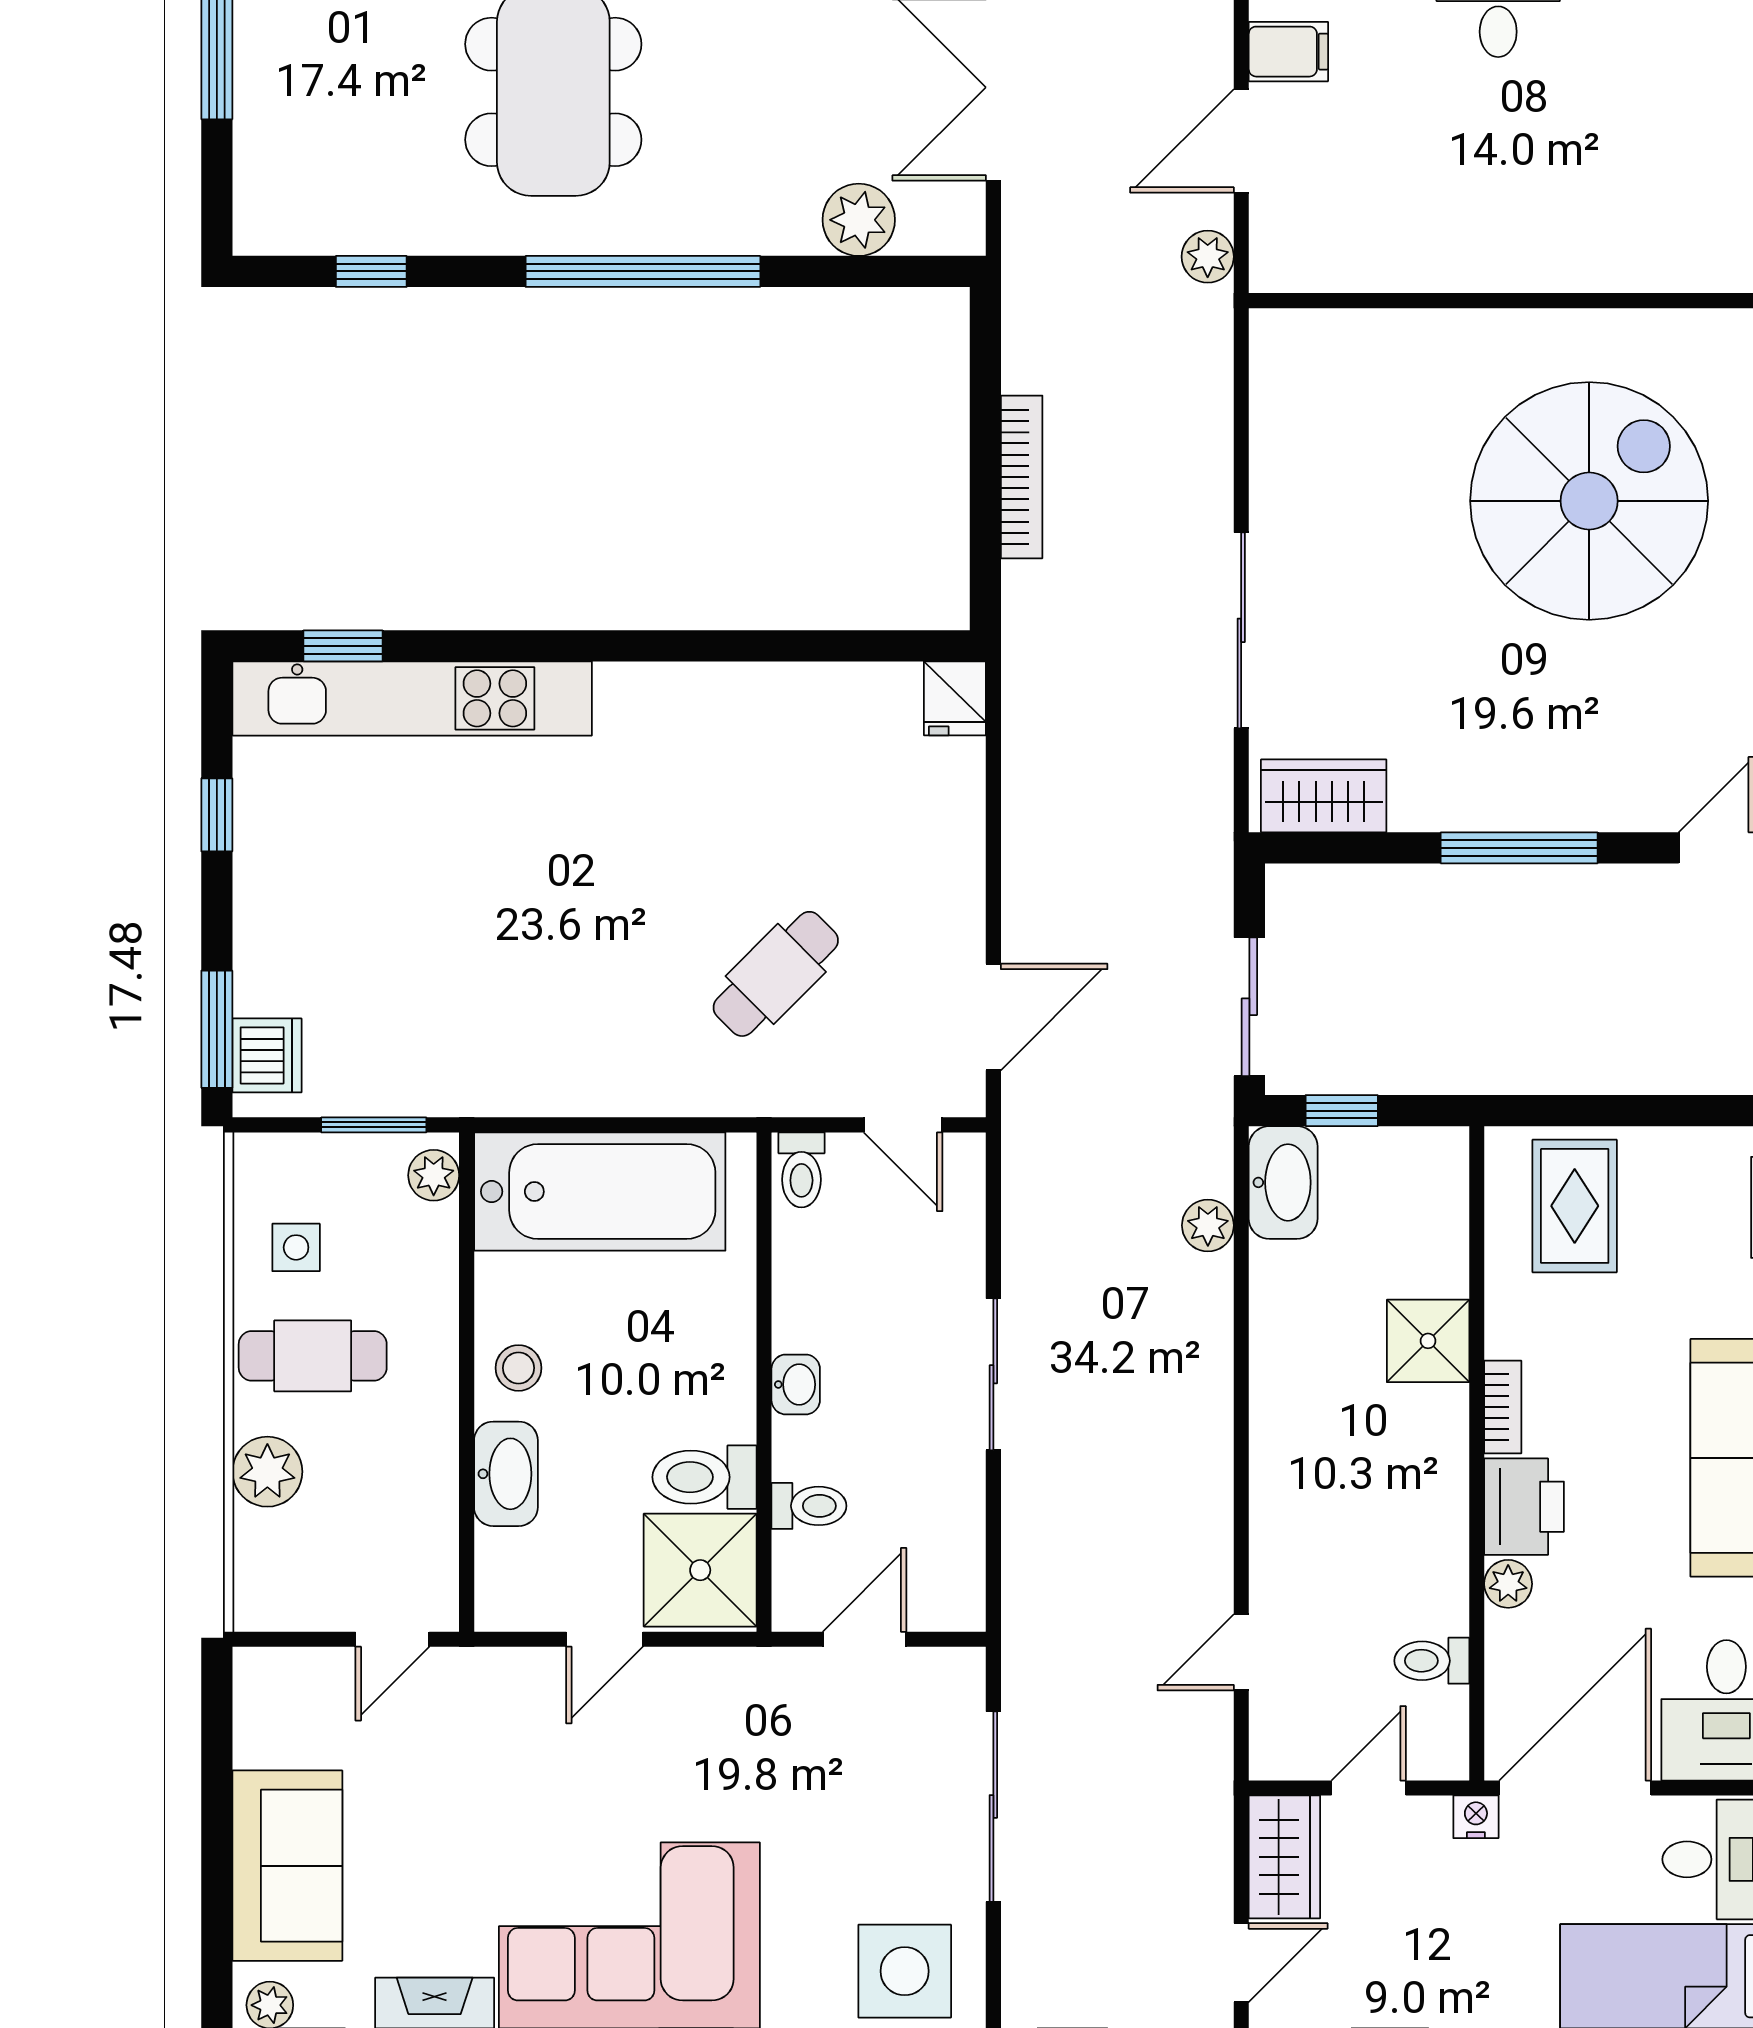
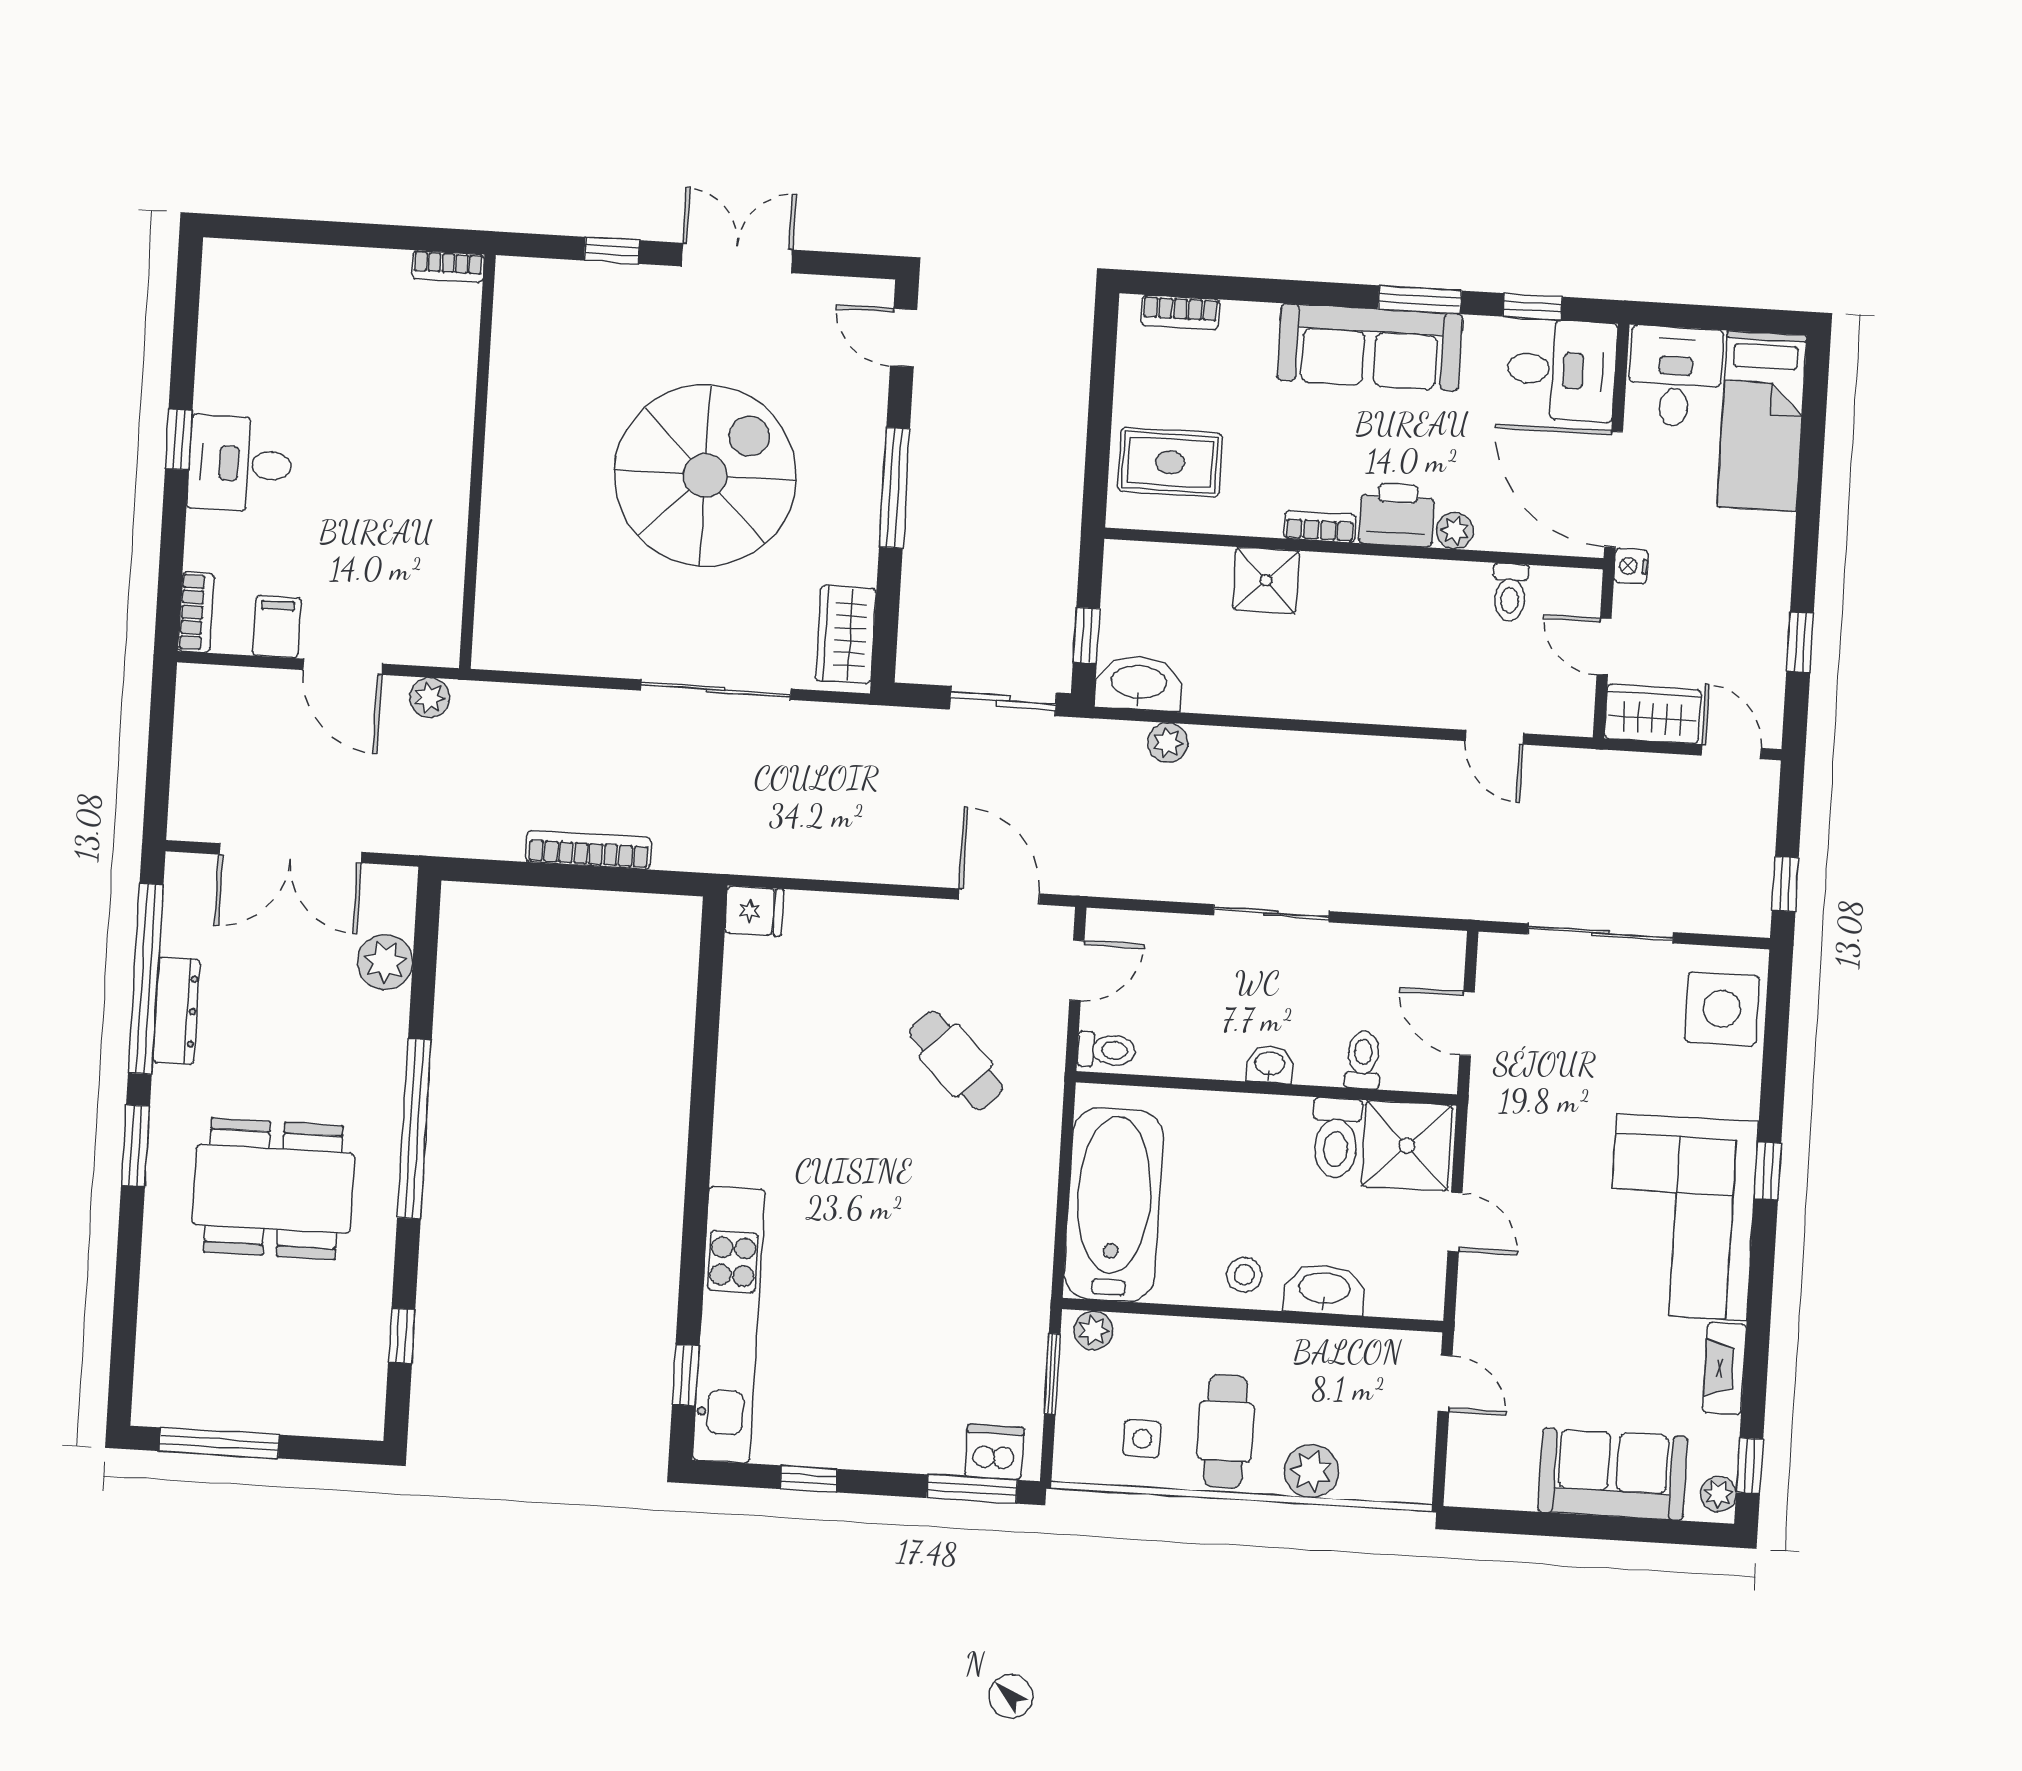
spiral stairs: (1589, 501) -> (705, 475), moved, turned 90

